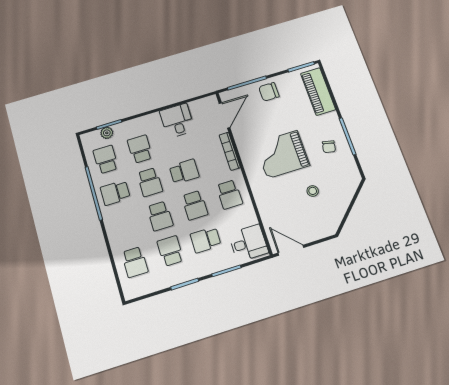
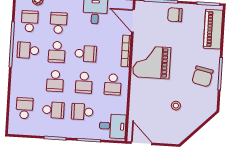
door: (224, 115) -> (133, 21), swing flipped
chair: (329, 147) -> (202, 76), width x1.87, depth x1.87
grand piano: (282, 154) -> (152, 62), moved
school desk: (170, 251) -> (53, 110), turned 90
school desk: (135, 262) -> (24, 108), turned 180

